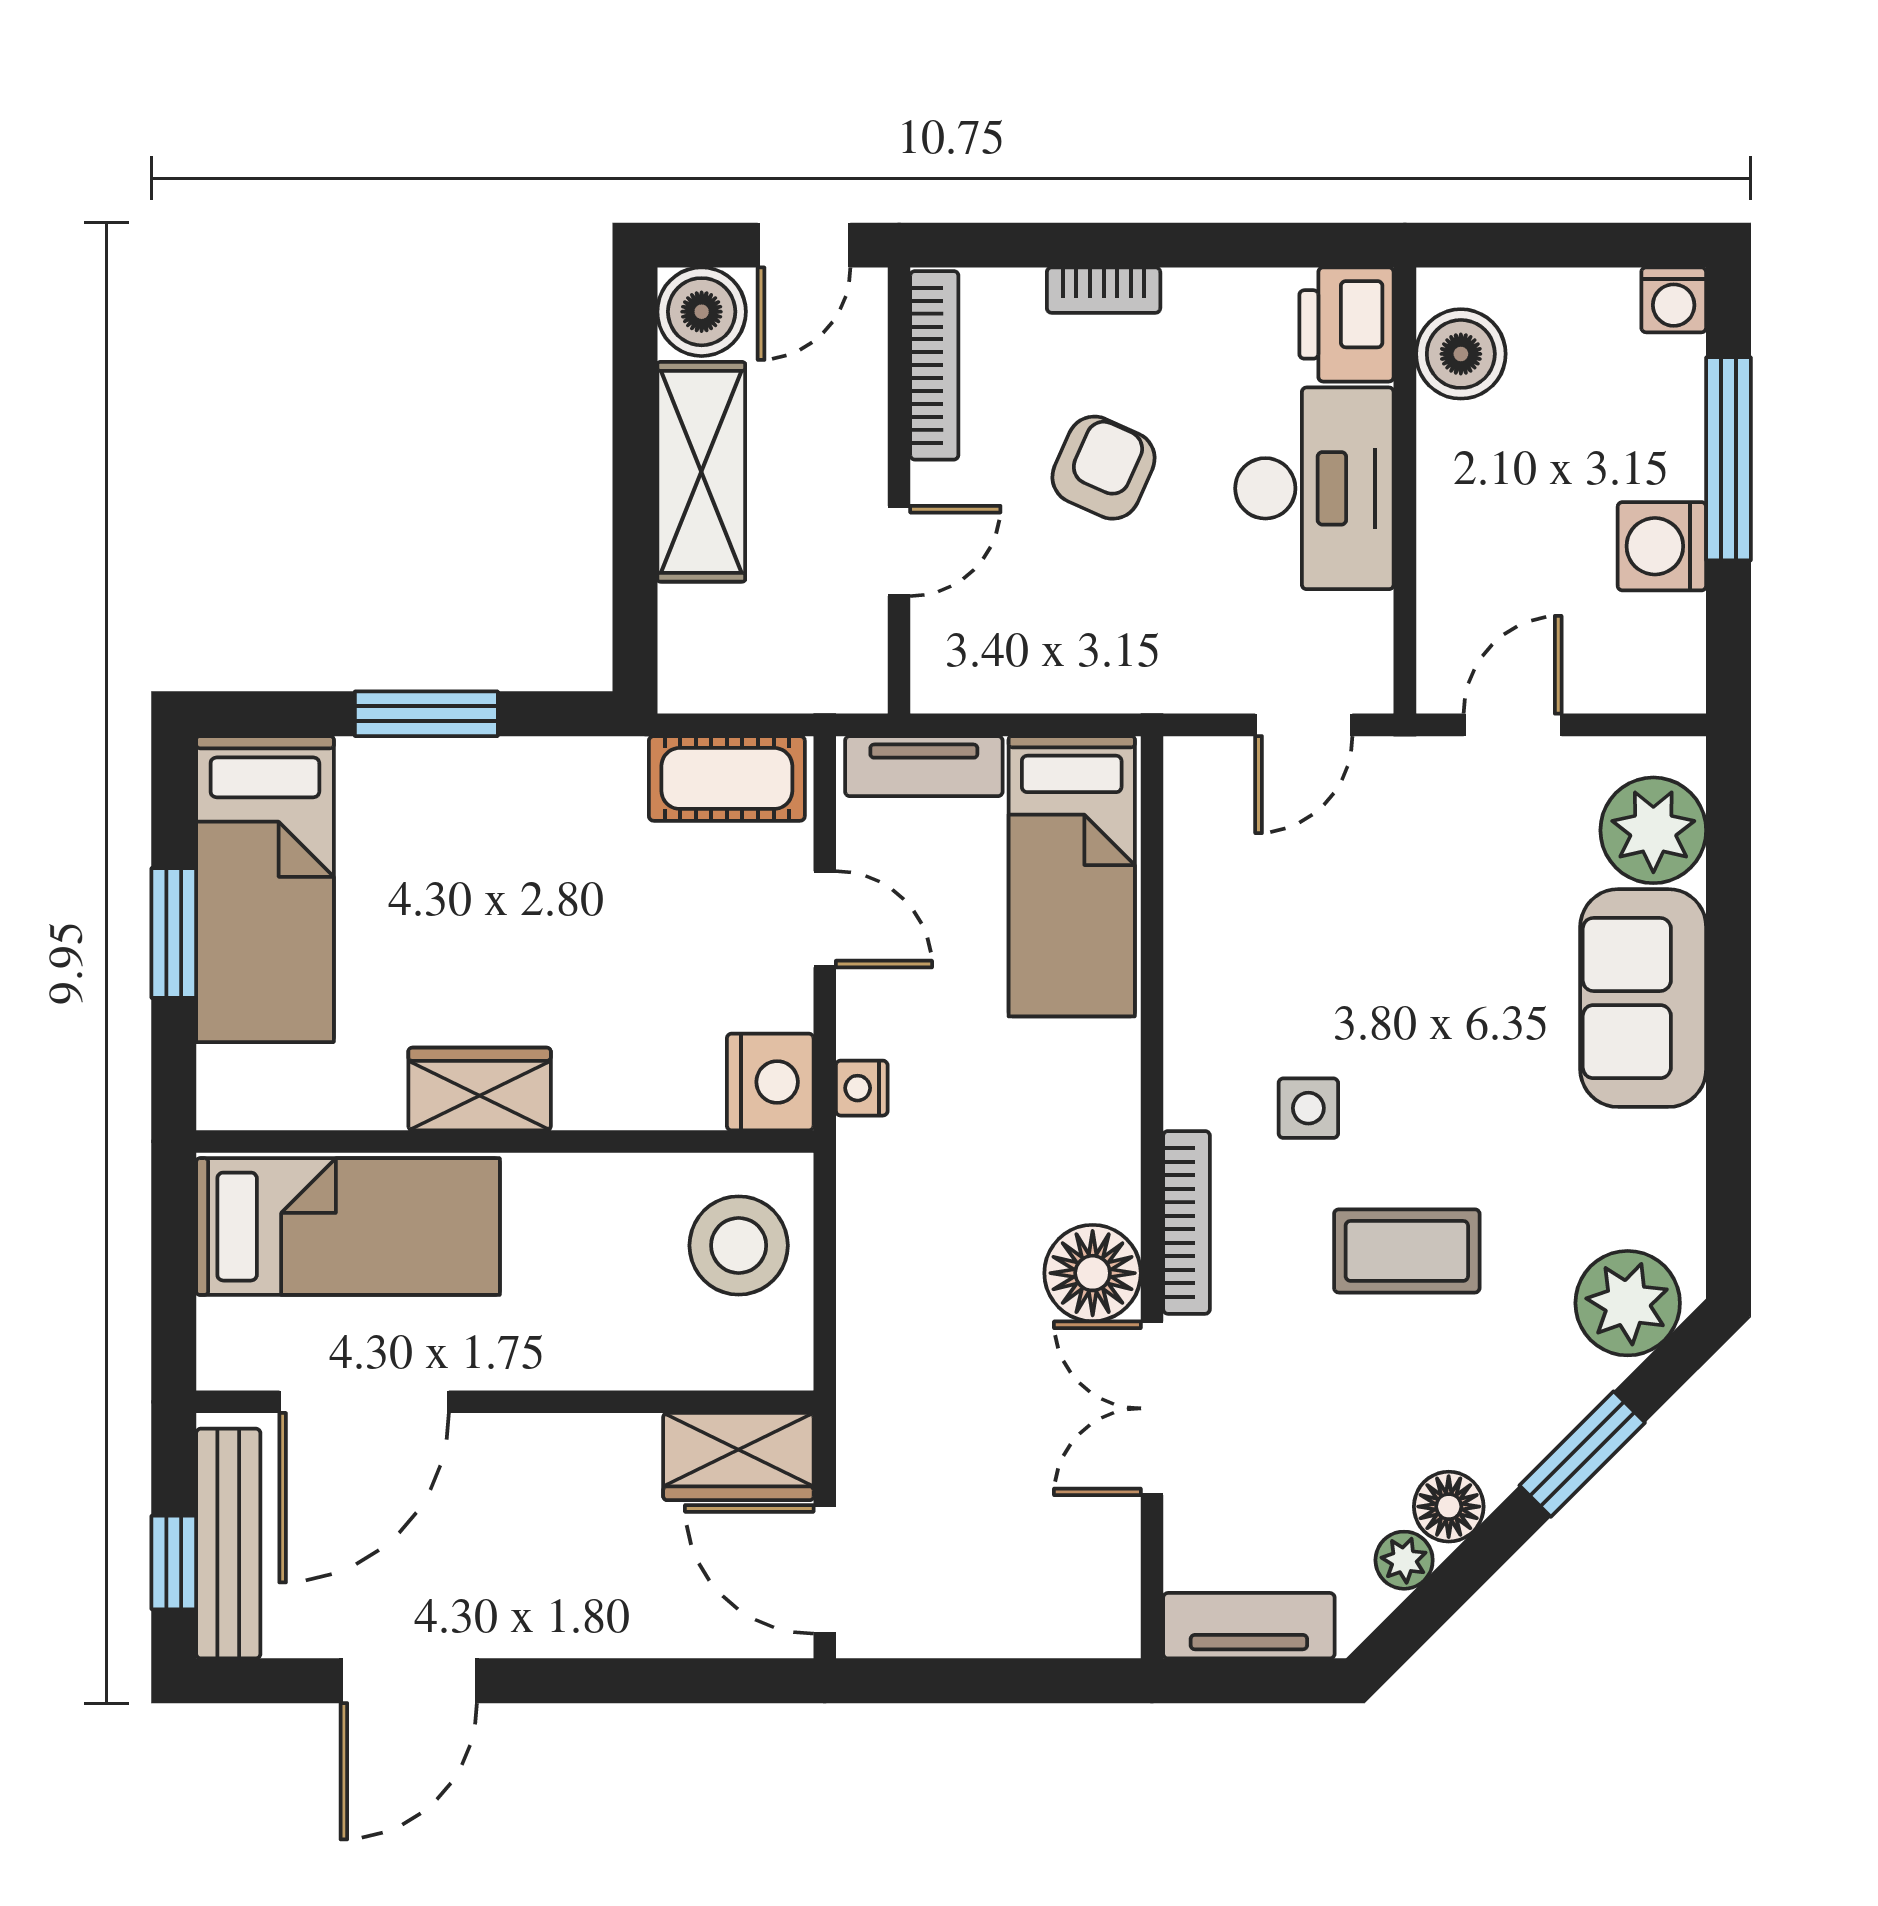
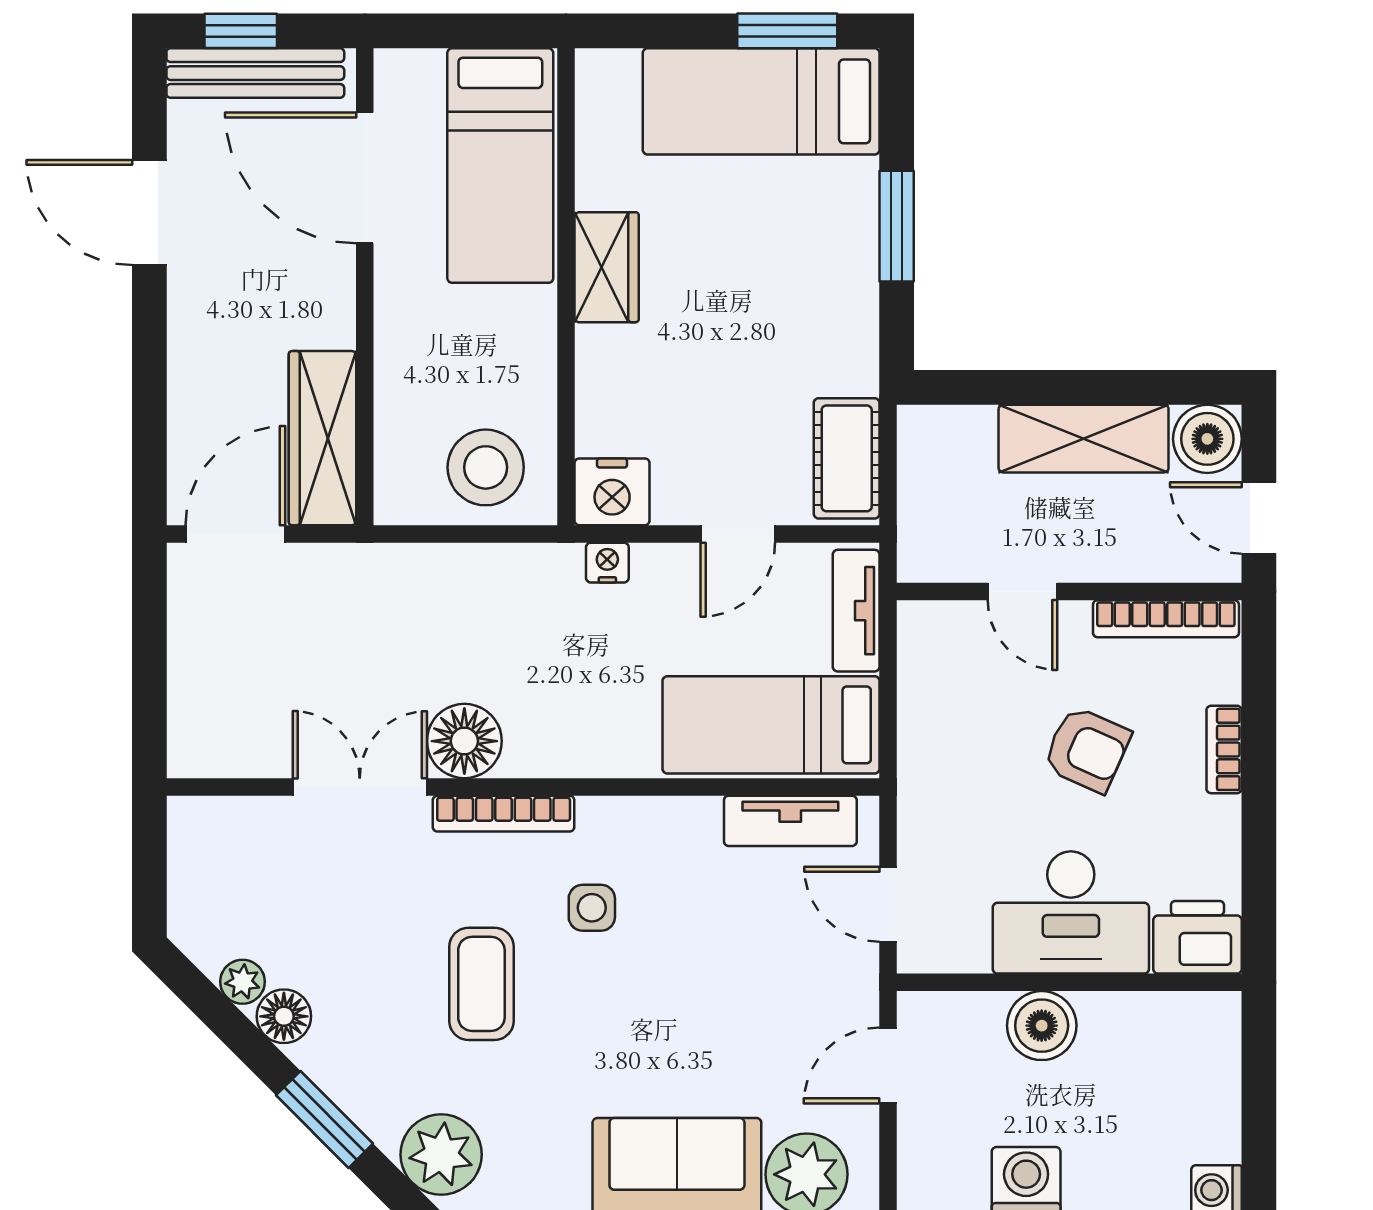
boiler: (1461, 354) -> (1042, 1026), moved
door: (1513, 725) -> (888, 1066), swing flipped
window: (174, 933) -> (787, 31), moved
wardrobe: (738, 1457) -> (323, 438), width x1.50
tv unit: (1249, 1626) -> (790, 821), moved, turned 90

